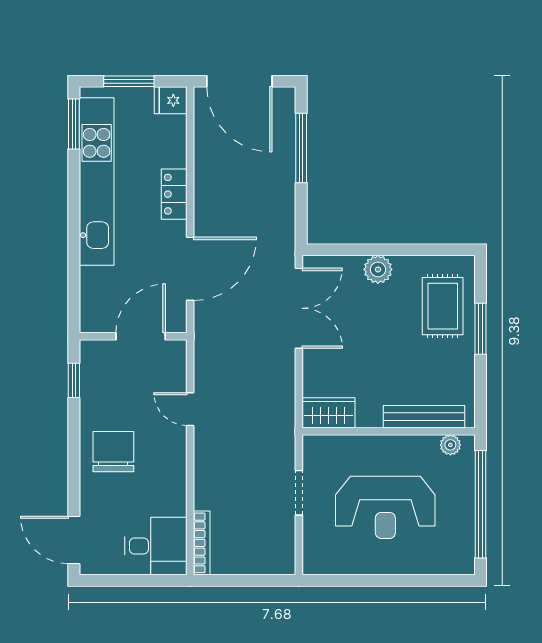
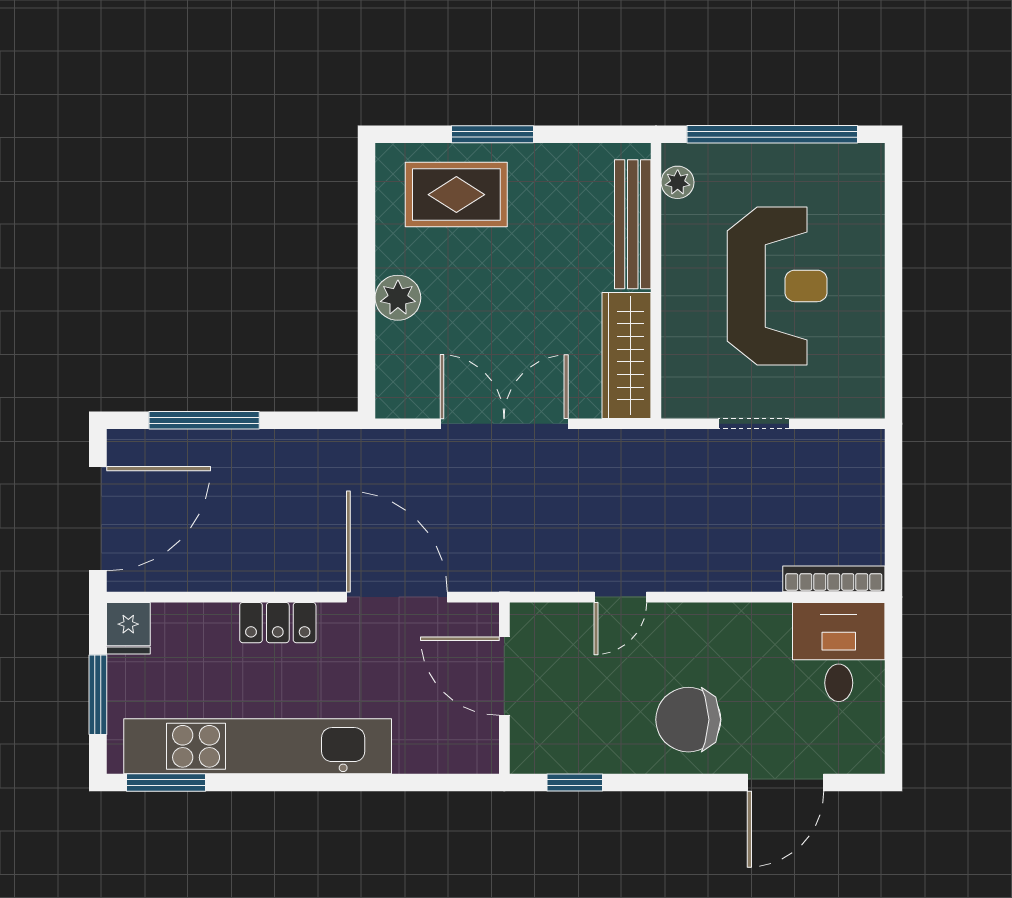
double door: (299, 308) -> (504, 424), moved
wardrobe: (329, 413) -> (626, 355), width x1.50
door: (74, 540) -> (786, 783), moved

